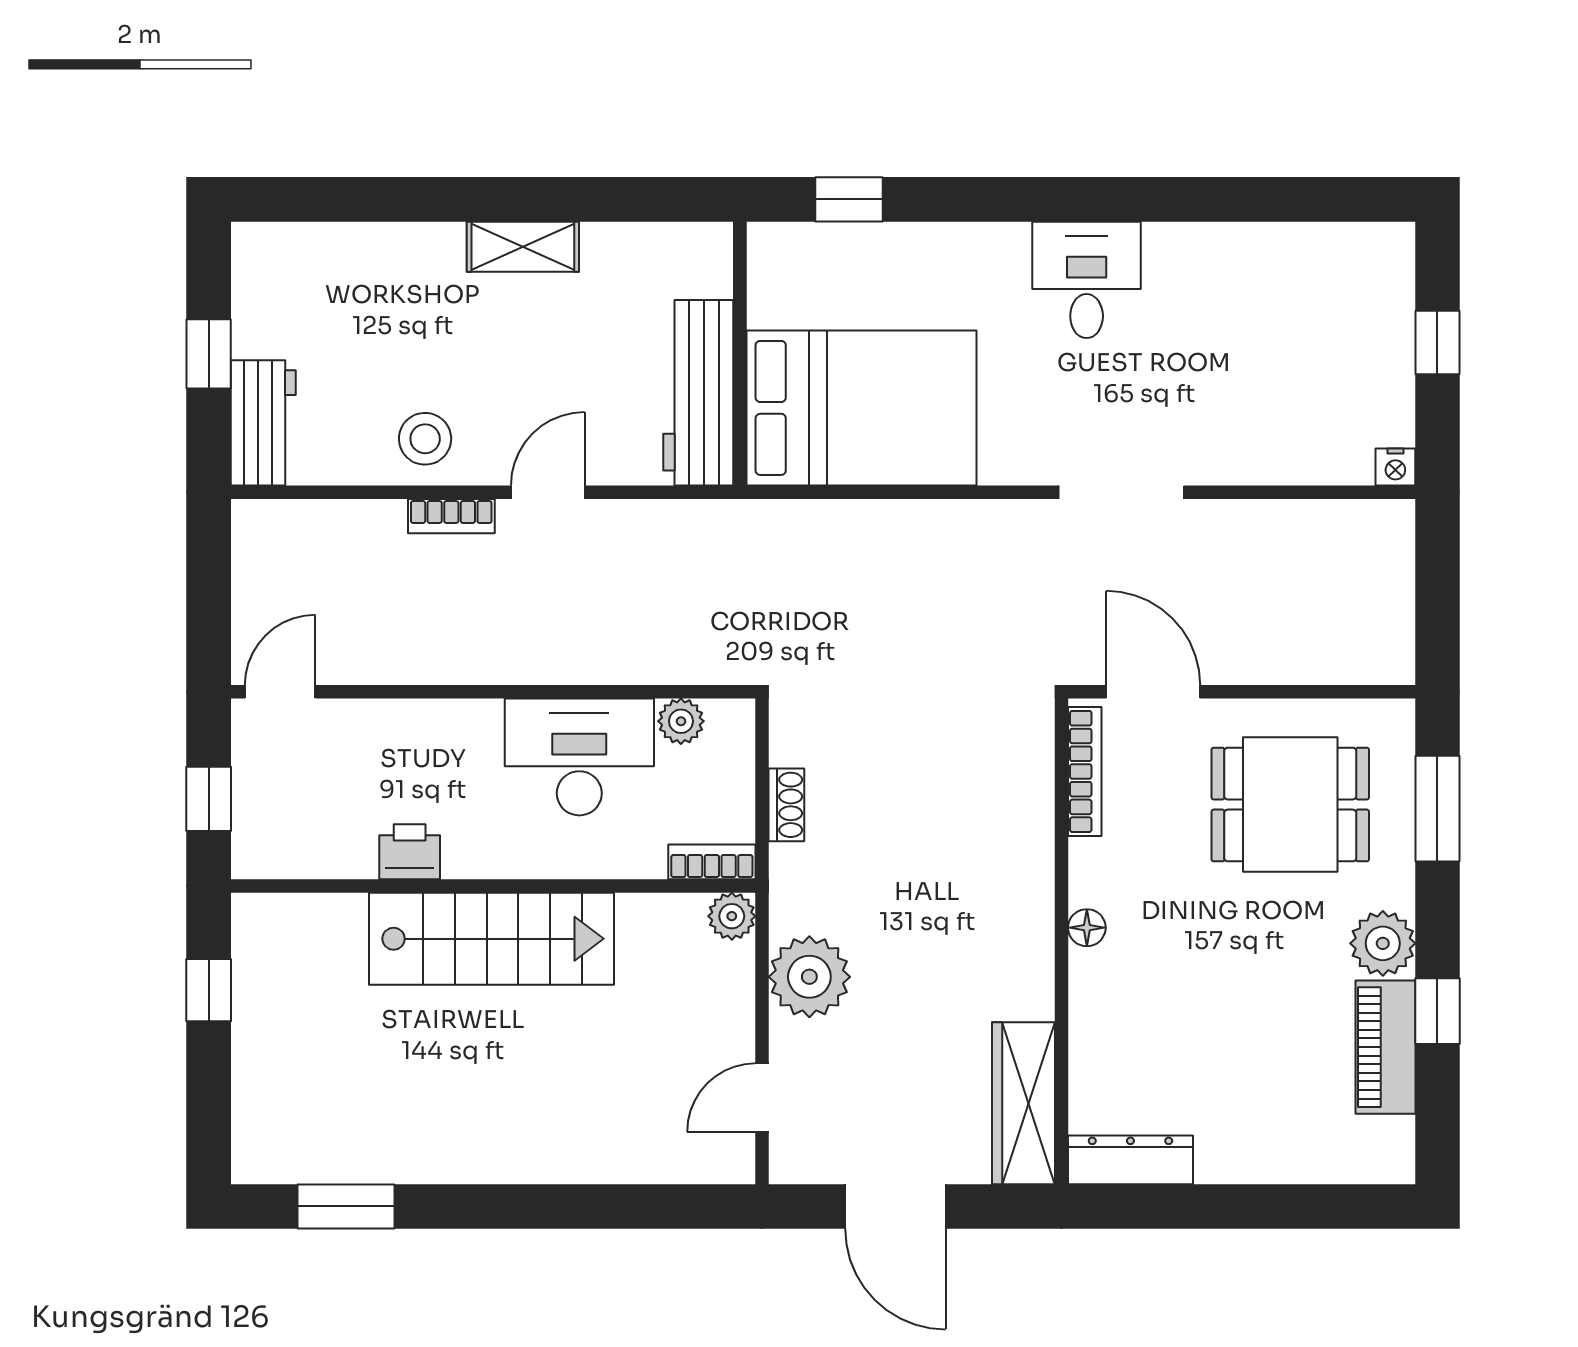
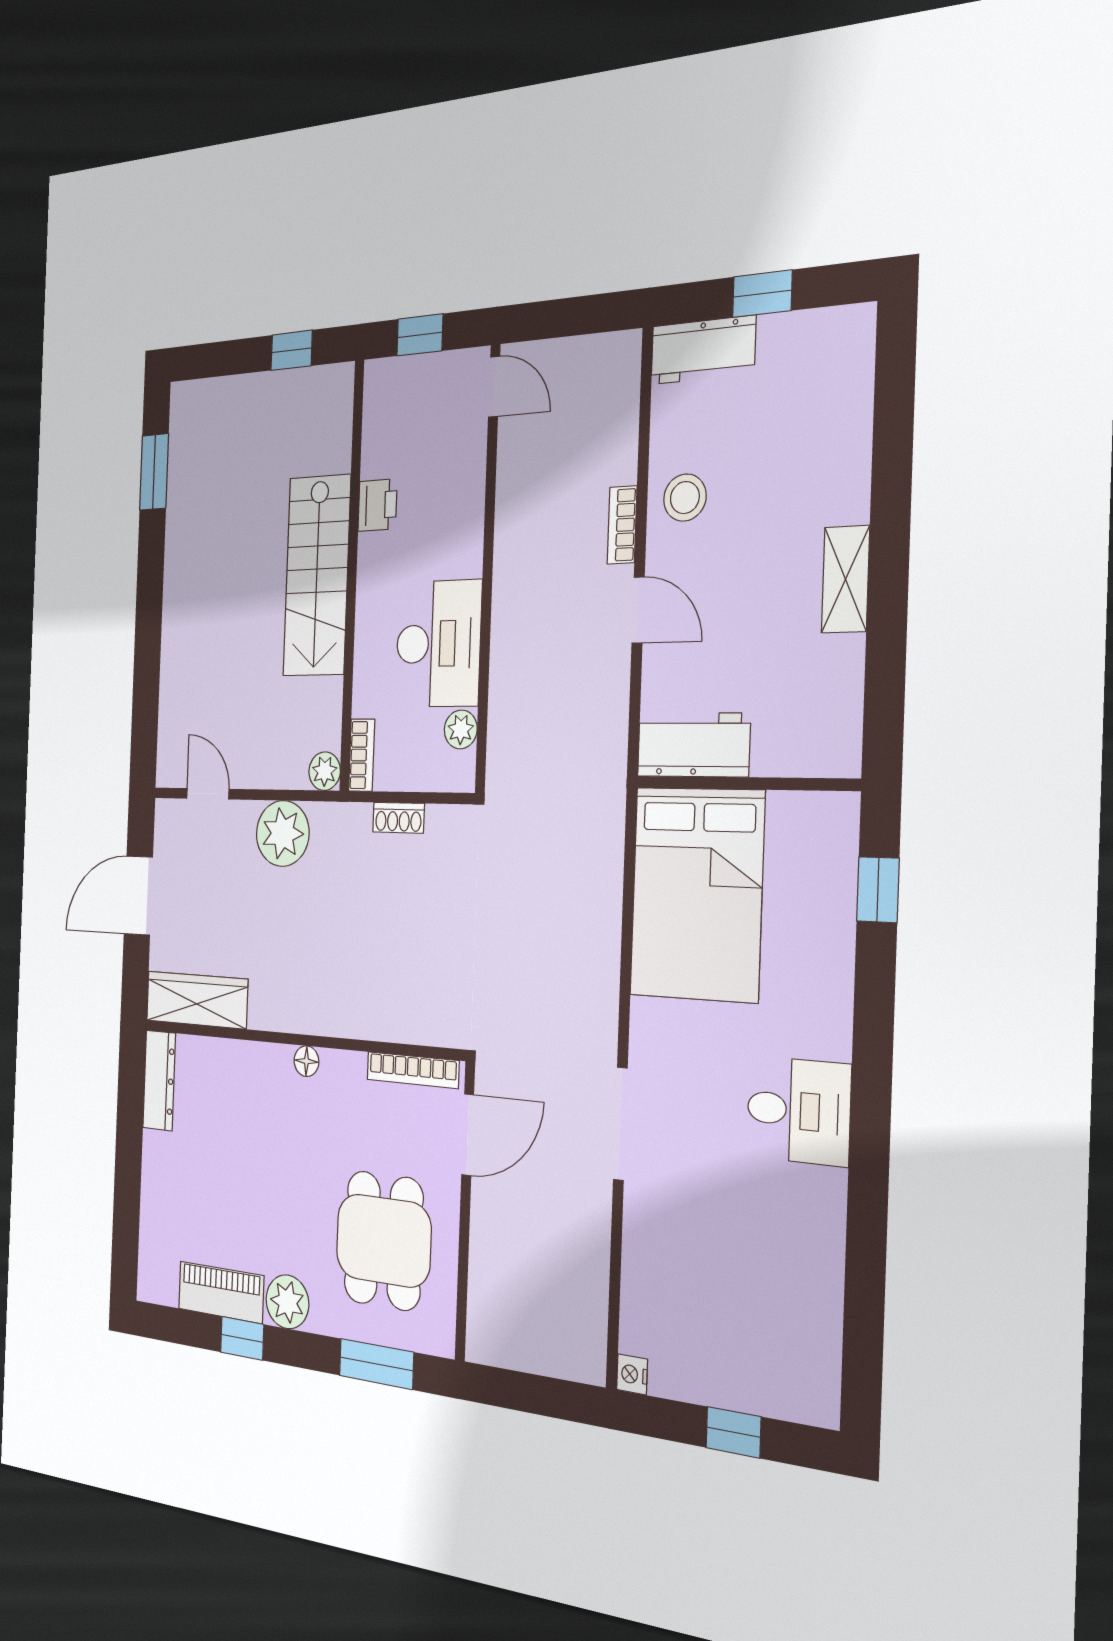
workbench: (698, 393) -> (693, 745), width x0.73

